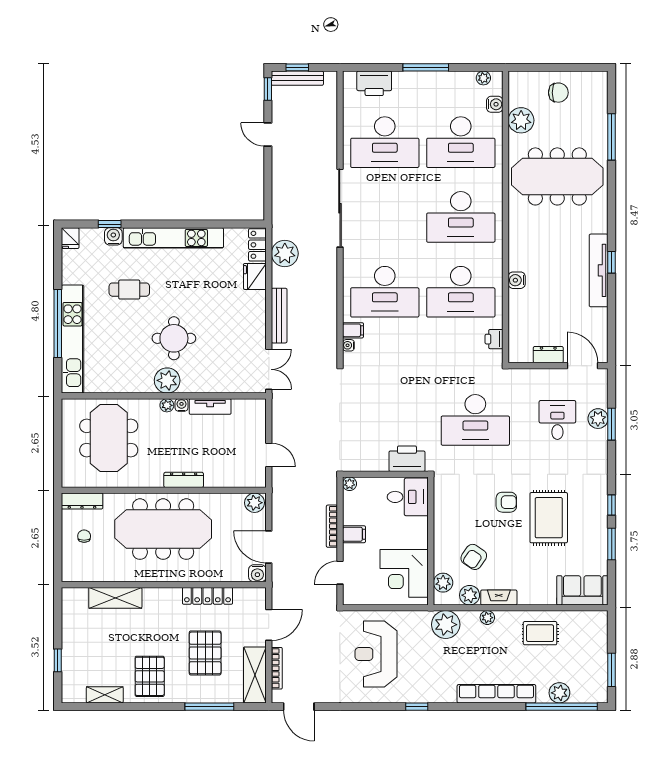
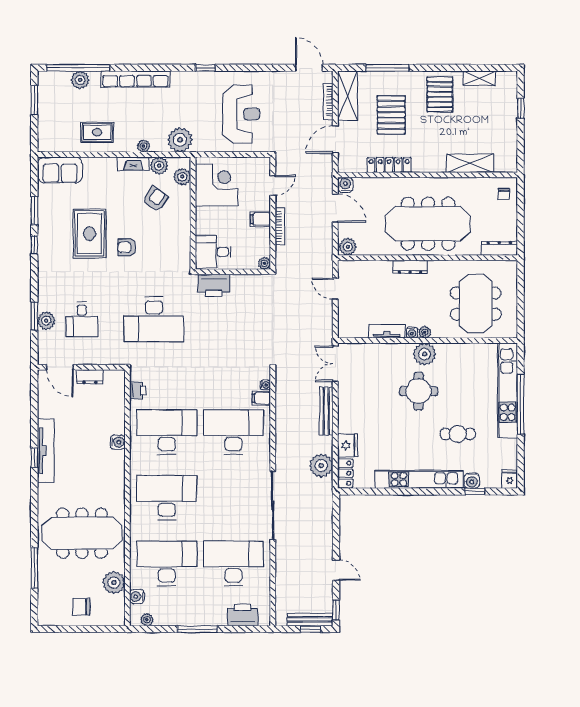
desk: (475, 420) -> (154, 319), turned 180
chair: (84, 536) -> (504, 194), moved

